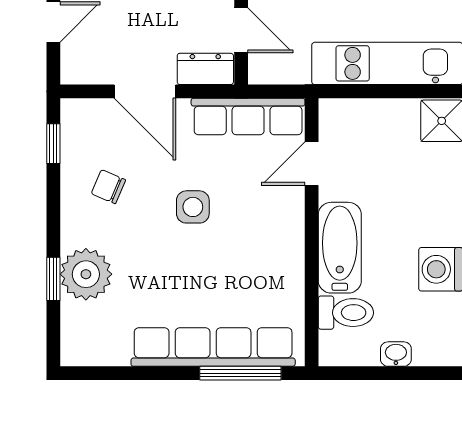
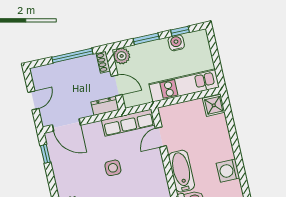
door: (145, 91) -> (66, 125), moved
chair: (108, 187) -> (74, 167), removed

